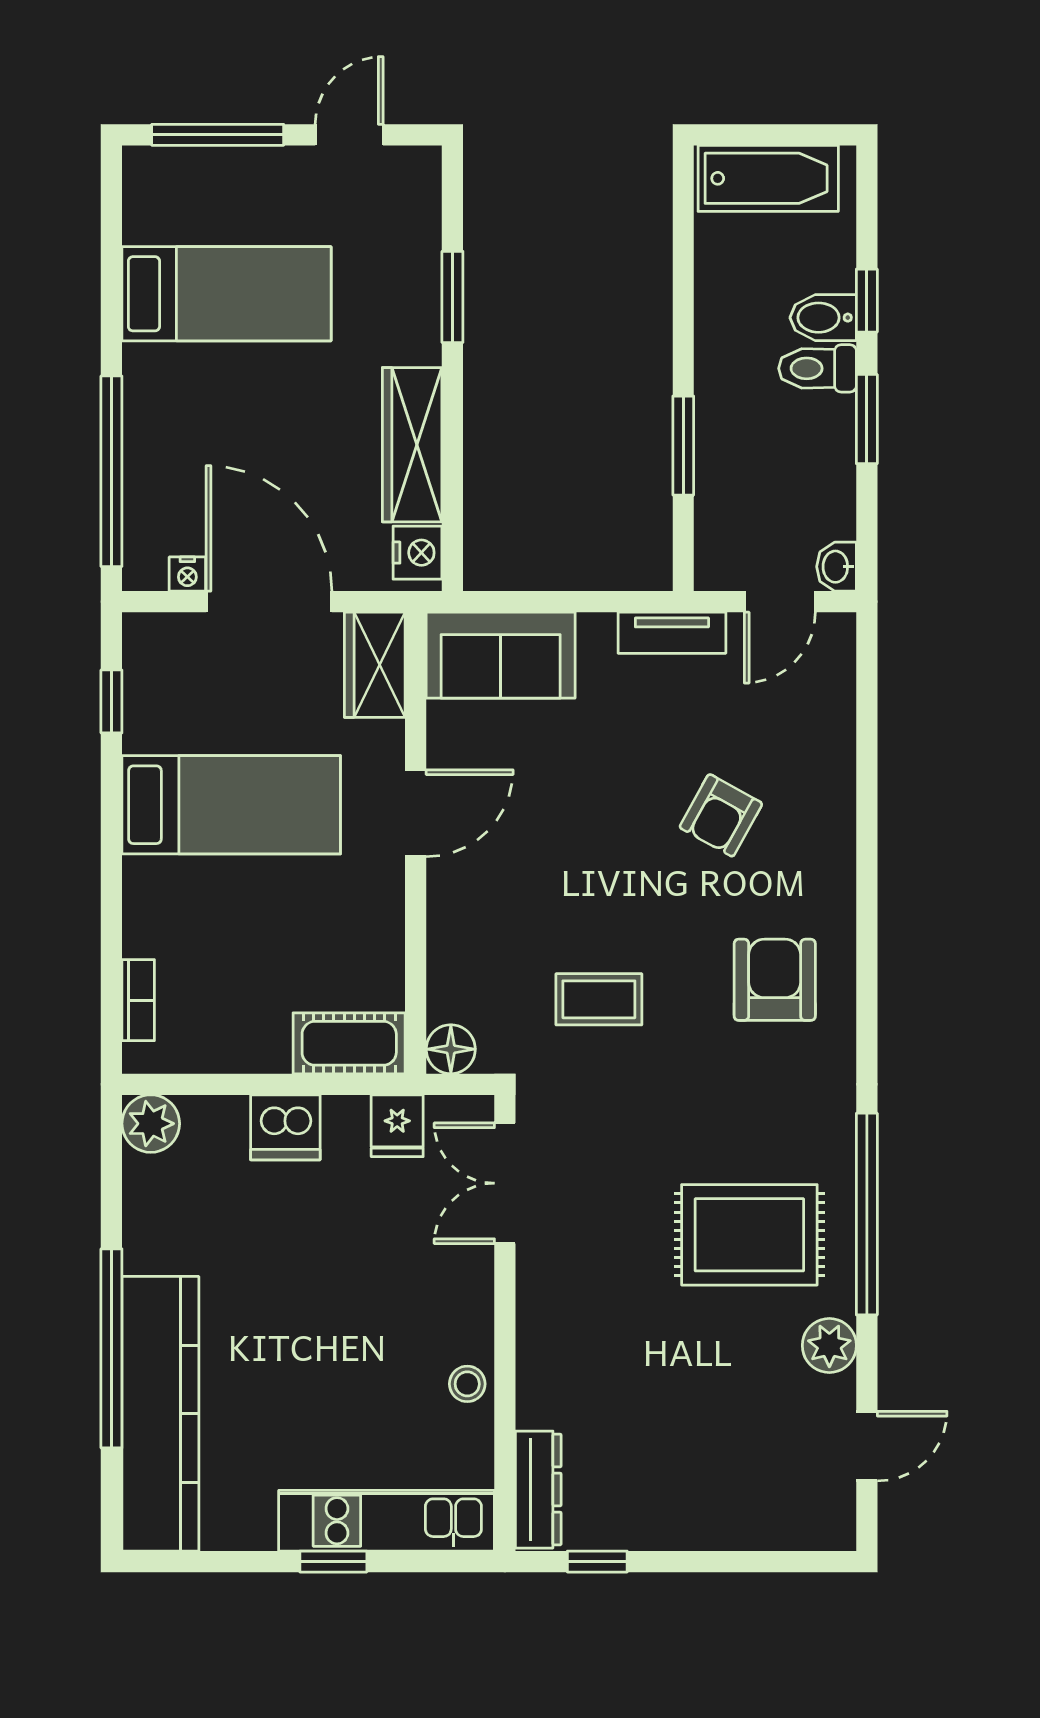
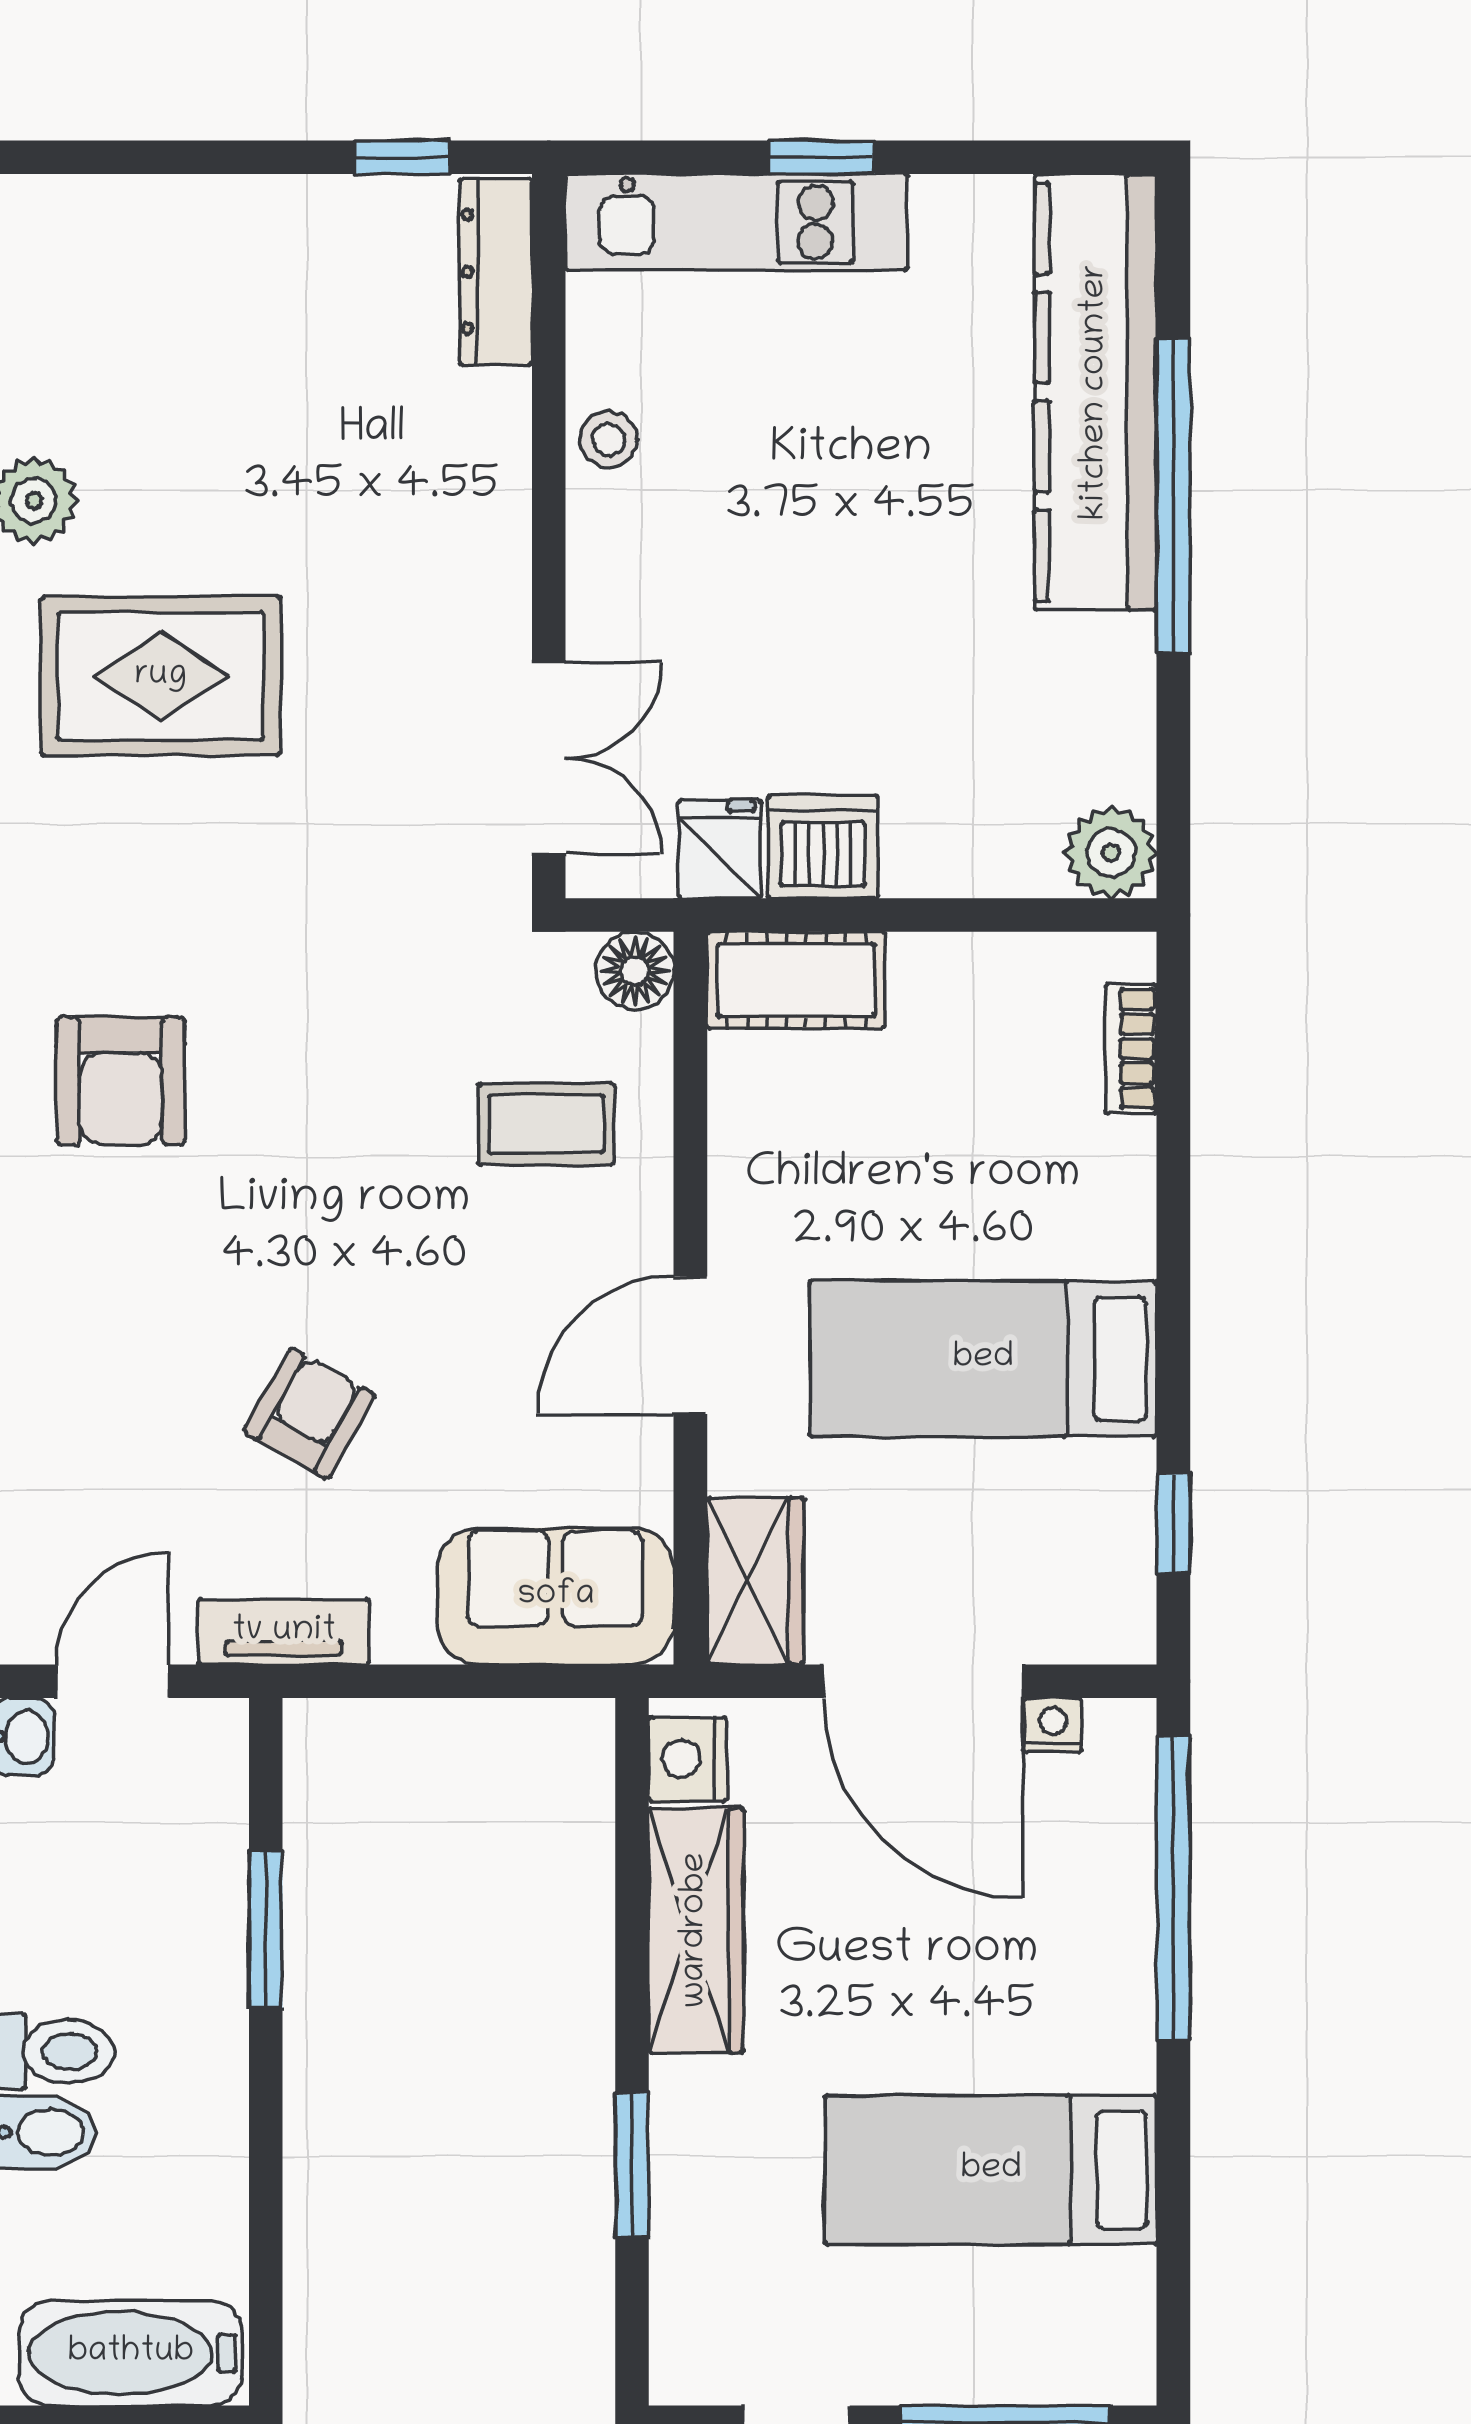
armchair: (721, 815) -> (309, 1413), moved
coffee table: (599, 999) -> (546, 1124), moved
dishwasher: (285, 1127) -> (823, 847), moved

